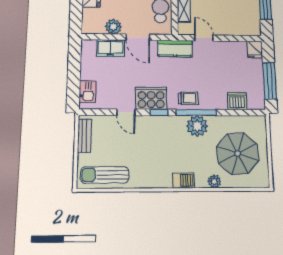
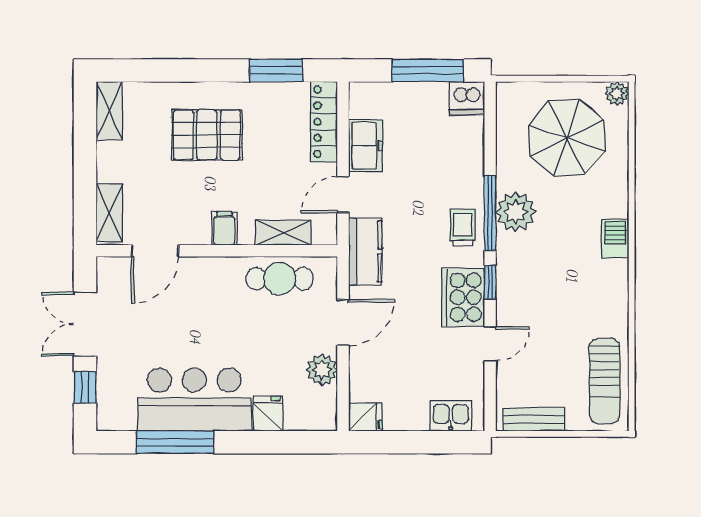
locker: (241, 29) -> (324, 122), added
freezer: (110, 48) -> (365, 146), moved
fridge: (255, 49) -> (365, 417), moved
dishwasher: (237, 101) -> (467, 98), moved, turned -90
plant: (214, 181) -> (617, 93), moved

